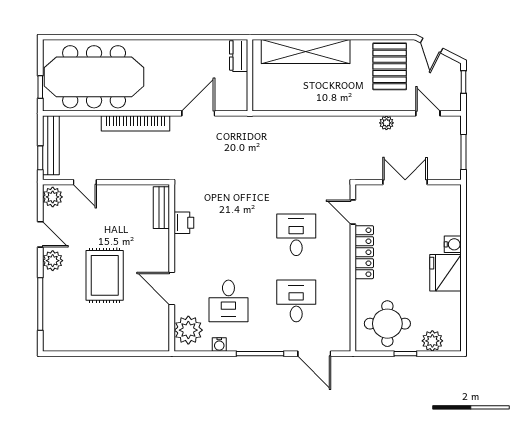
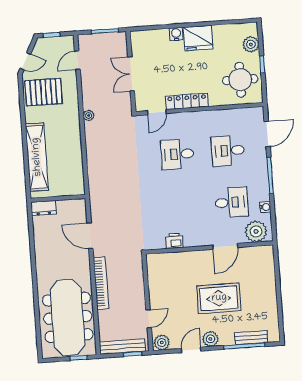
plant: (386, 123) -> (89, 115), moved
bench: (161, 208) -> (251, 338), moved

